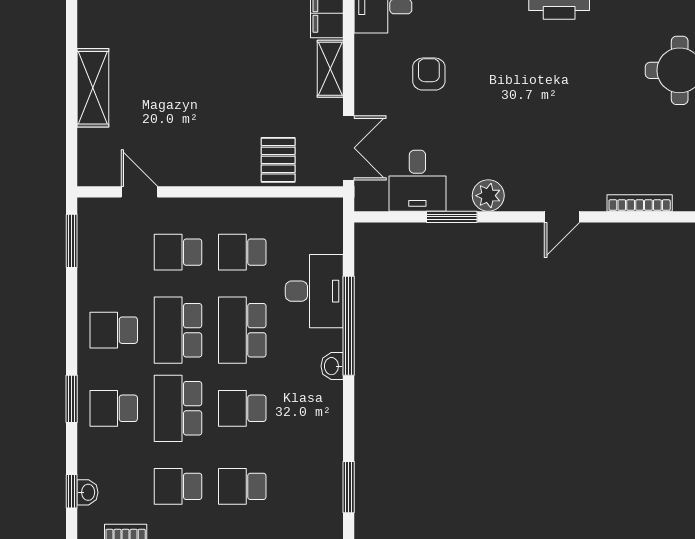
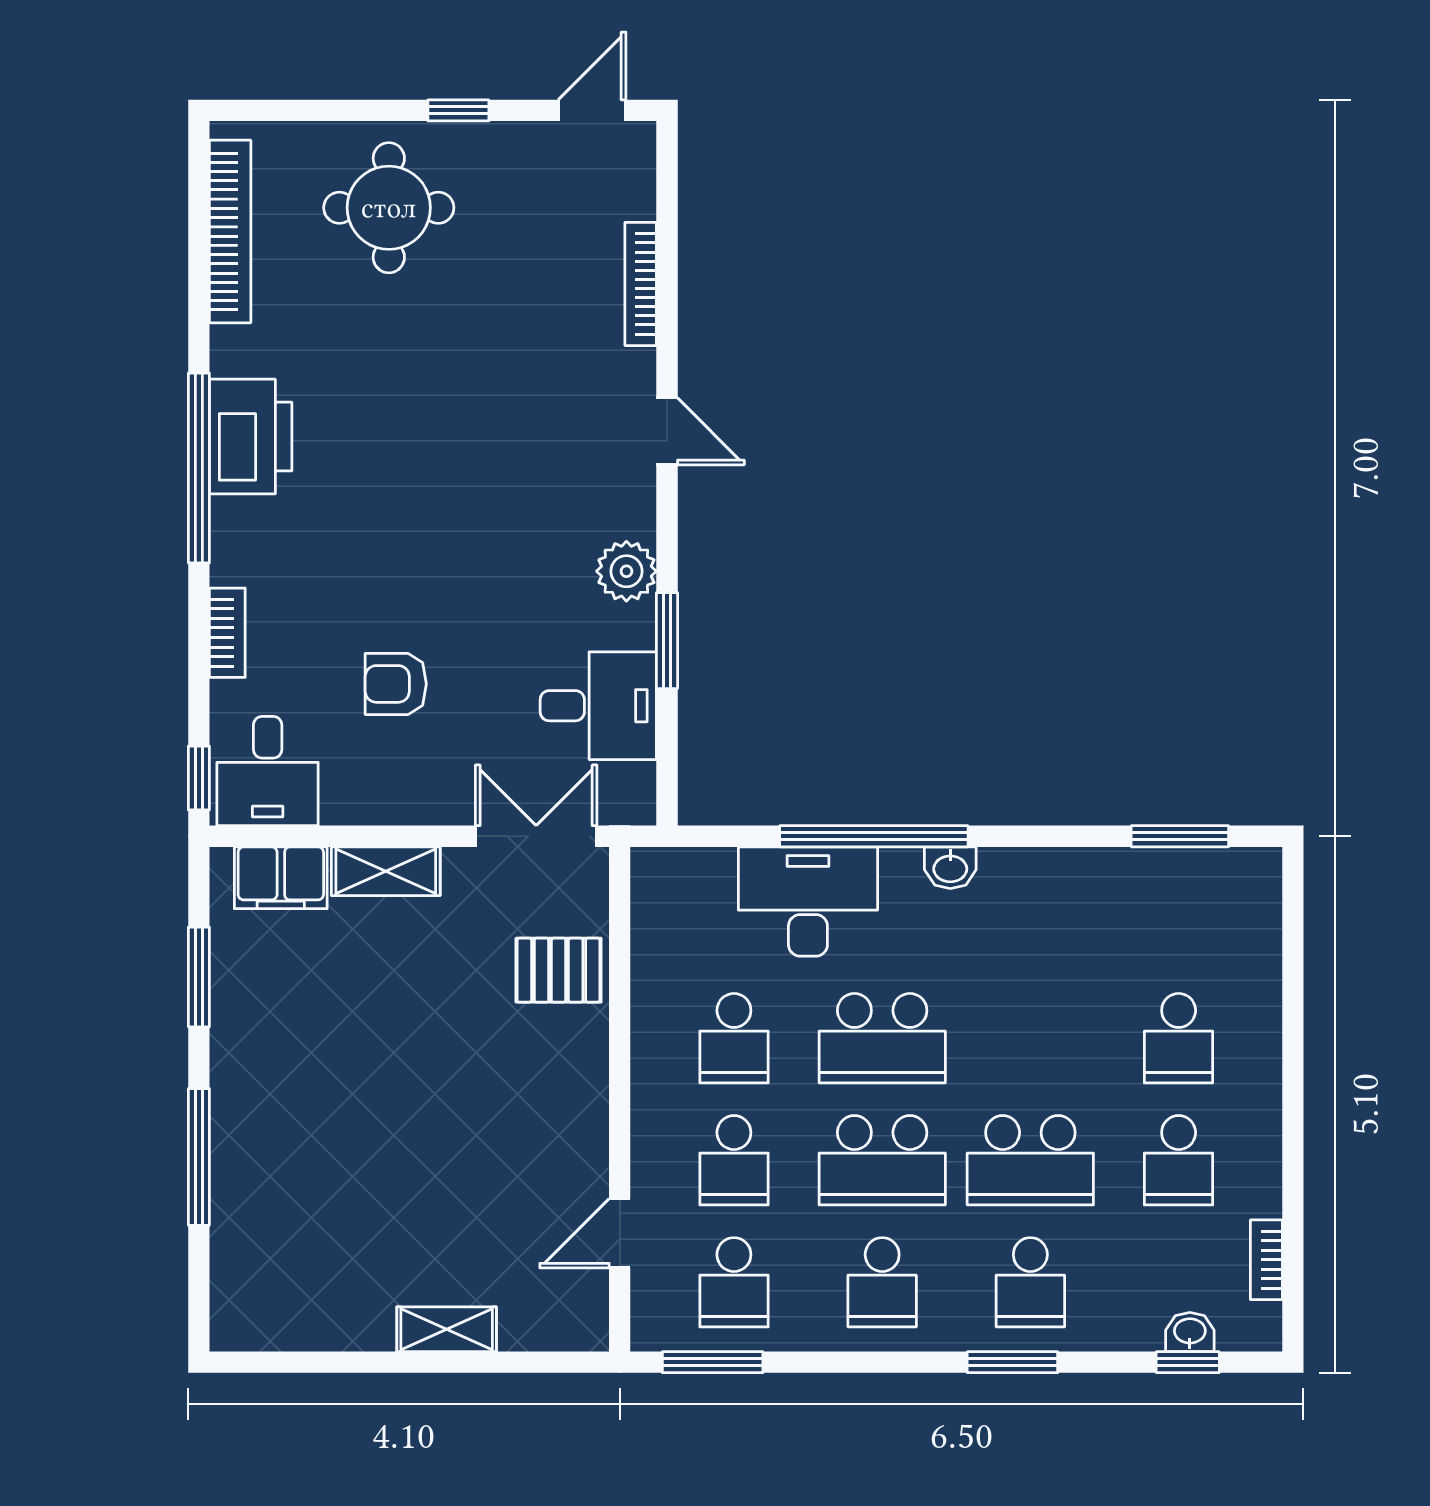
shelving: (93, 88) -> (447, 1329), width x0.67, depth x0.75
school desk: (242, 408) -> (734, 1282), moved

